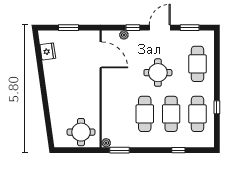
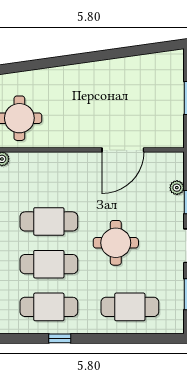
fridge: (48, 51) -> (150, 64), removed
door: (101, 55) -> (123, 150), moved

